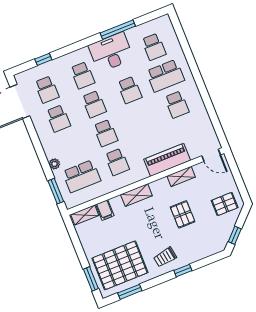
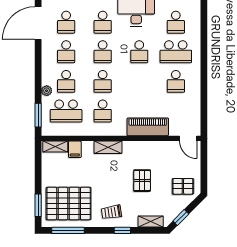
school desk: (70, 147) -> (66, 81), added
shelving: (181, 177) -> (151, 222), moved
window: (130, 292) -> (68, 230), width x1.44

